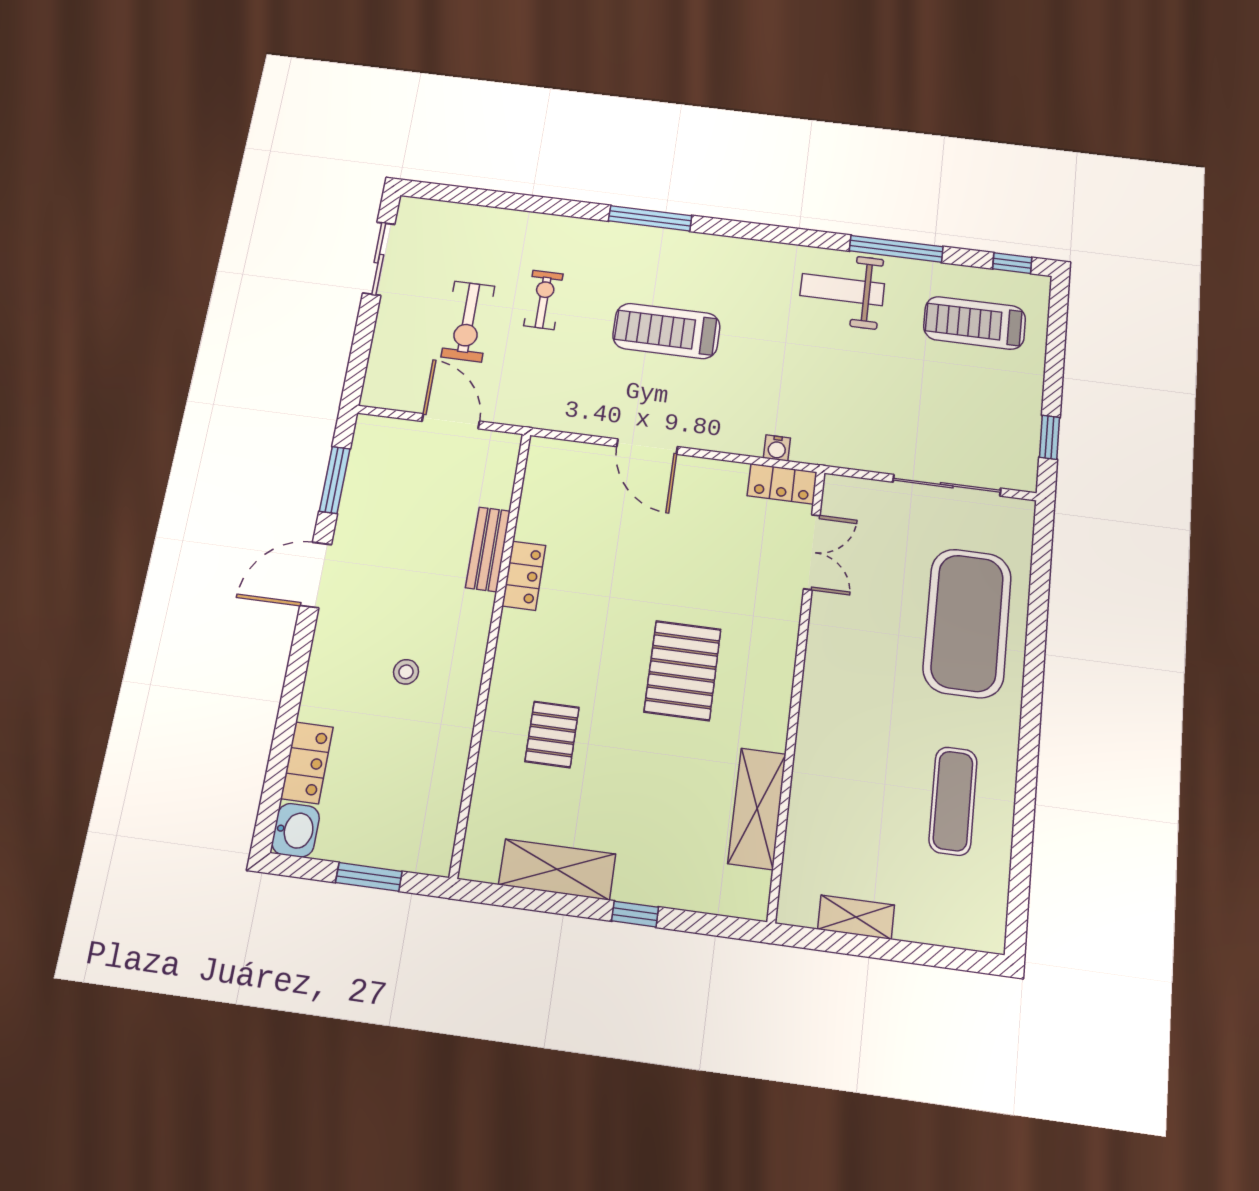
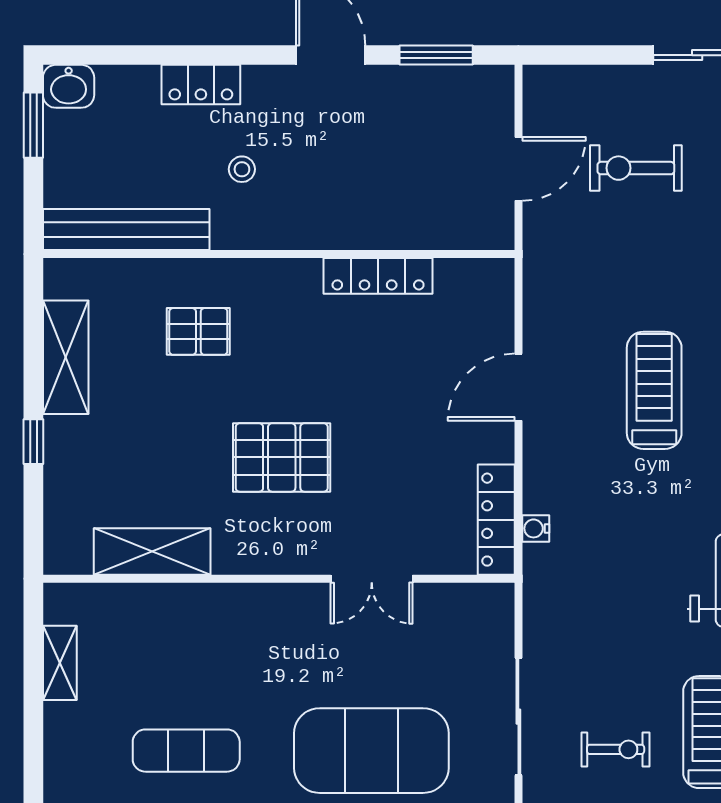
exercise bike: (544, 300) -> (616, 749), moved
locker: (782, 484) -> (496, 520), width x1.53
bench: (488, 549) -> (126, 229), moved, width x1.86, depth x1.21
double door: (812, 552) -> (372, 579), moved
locker: (524, 576) -> (378, 276), width x1.53
locker: (307, 763) -> (201, 84), moved
window: (369, 877) -> (33, 125), moved

